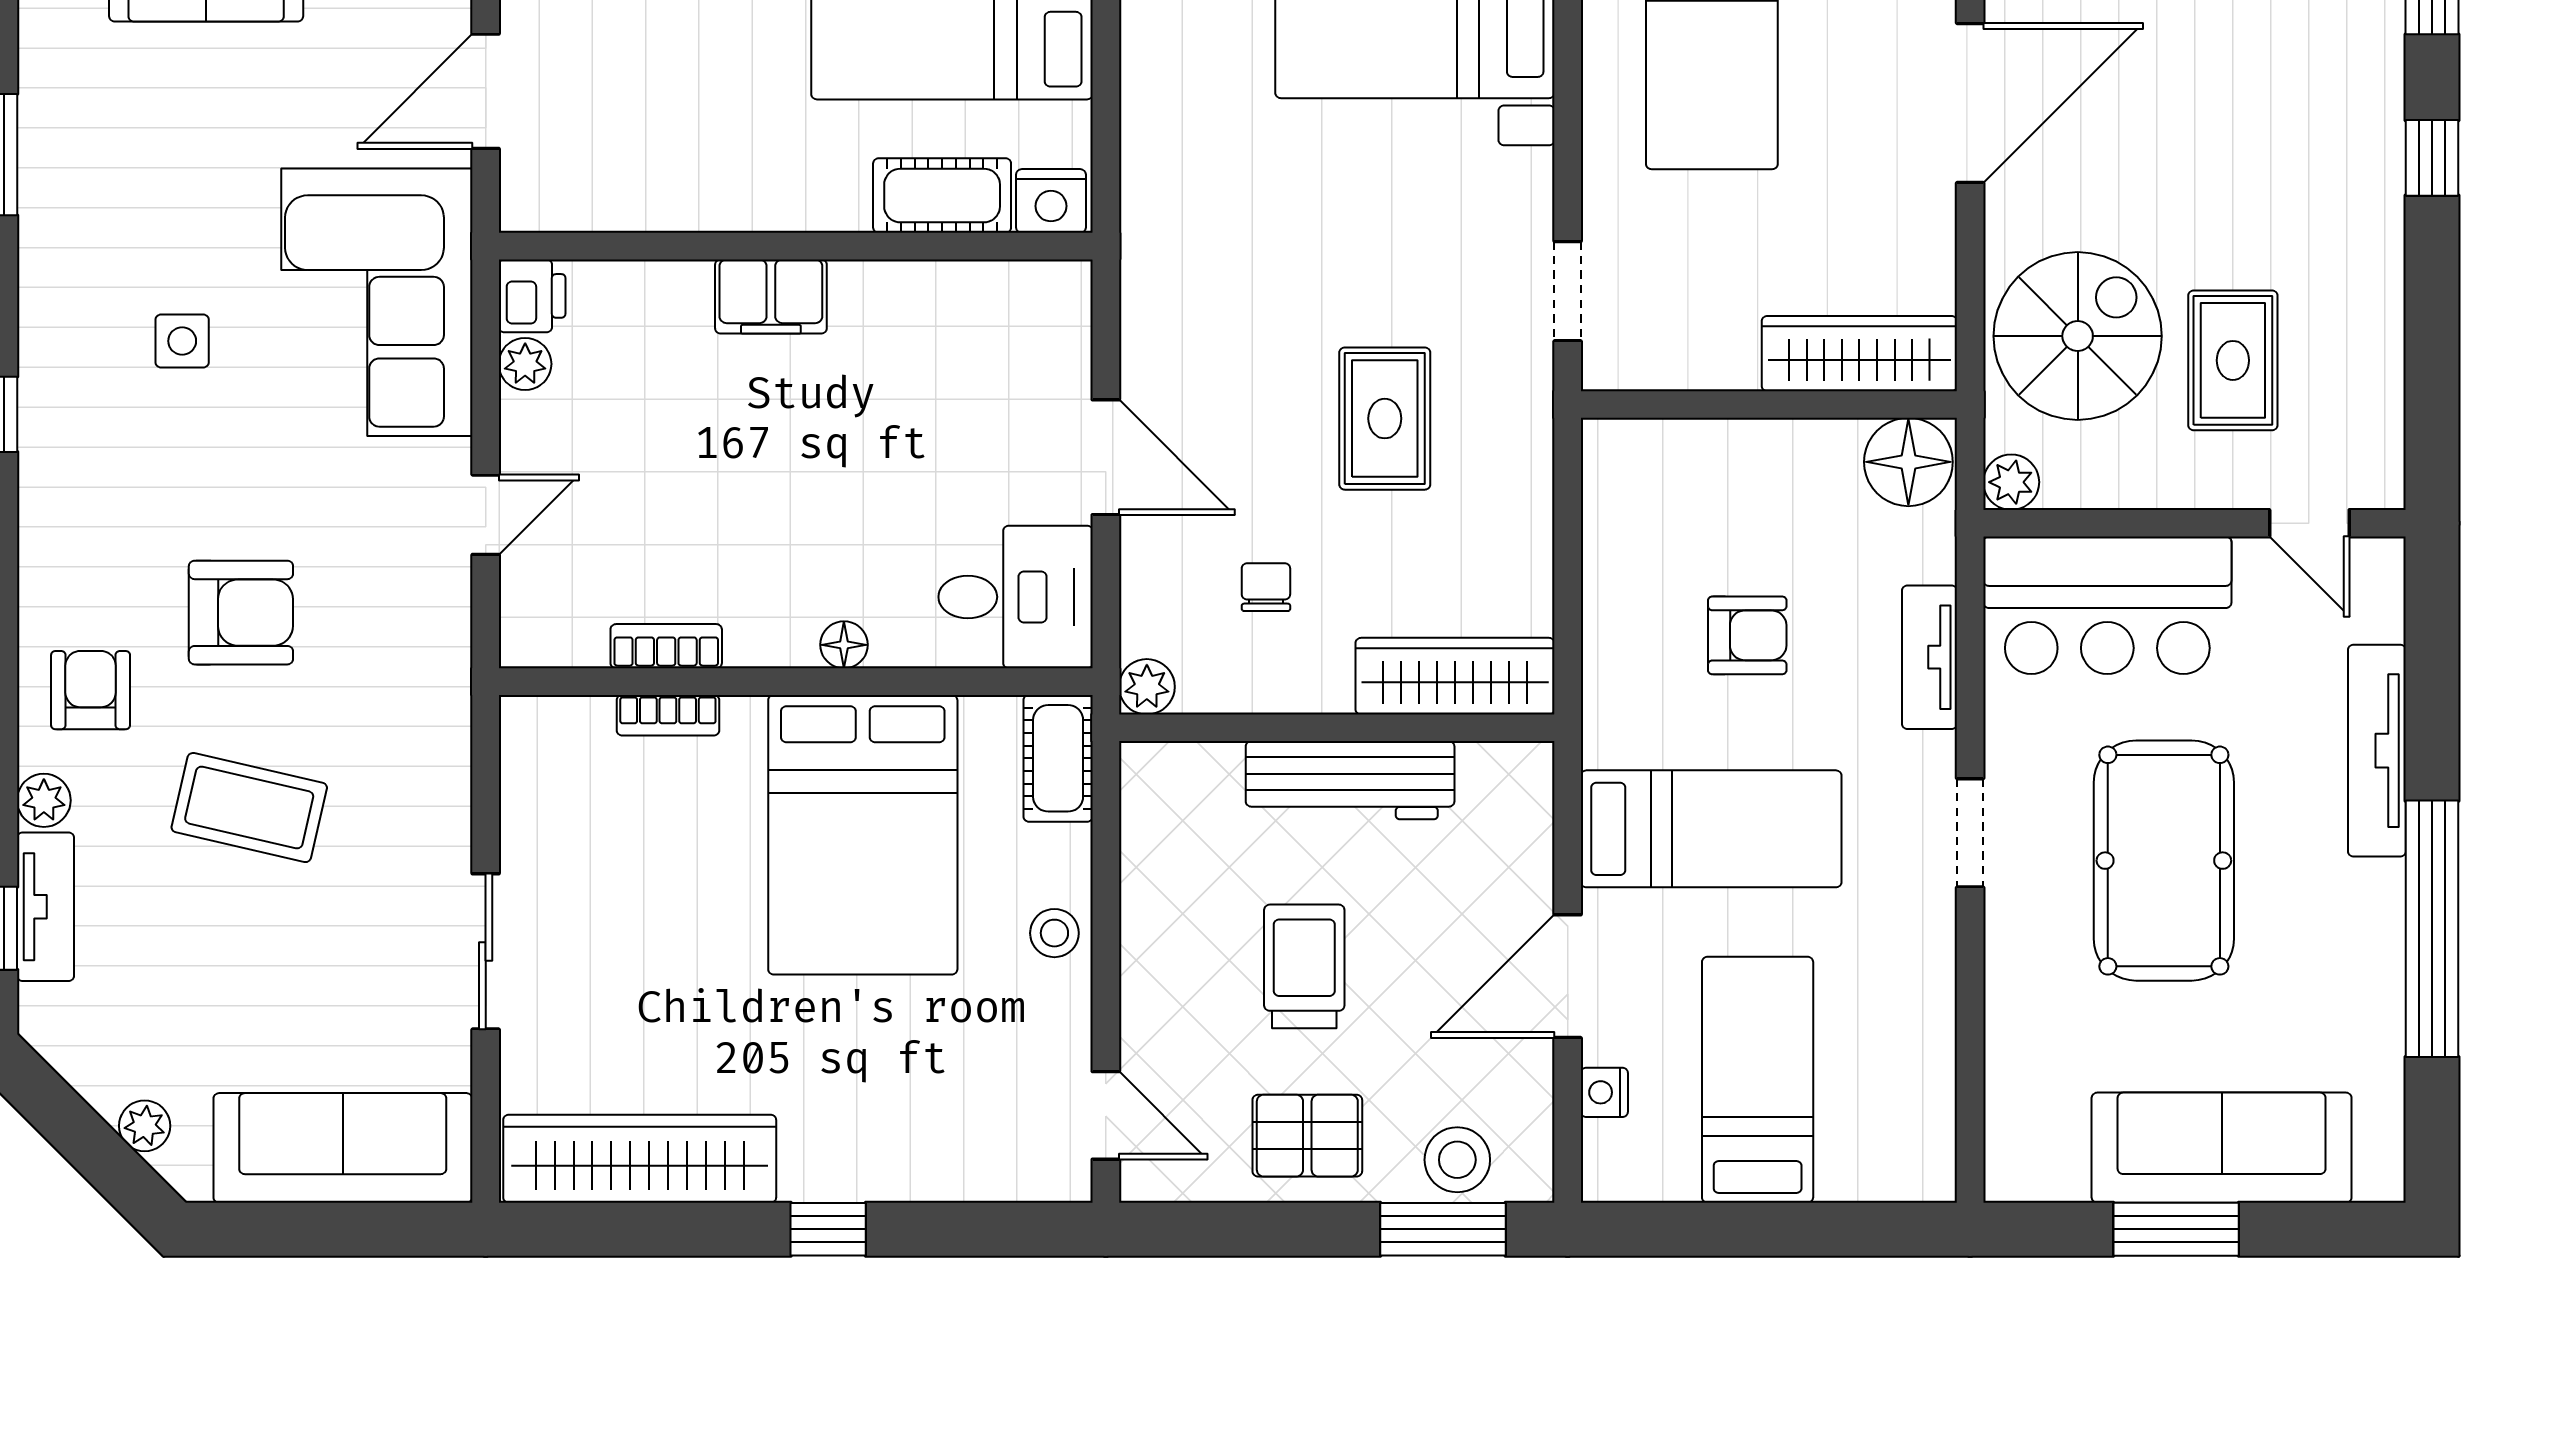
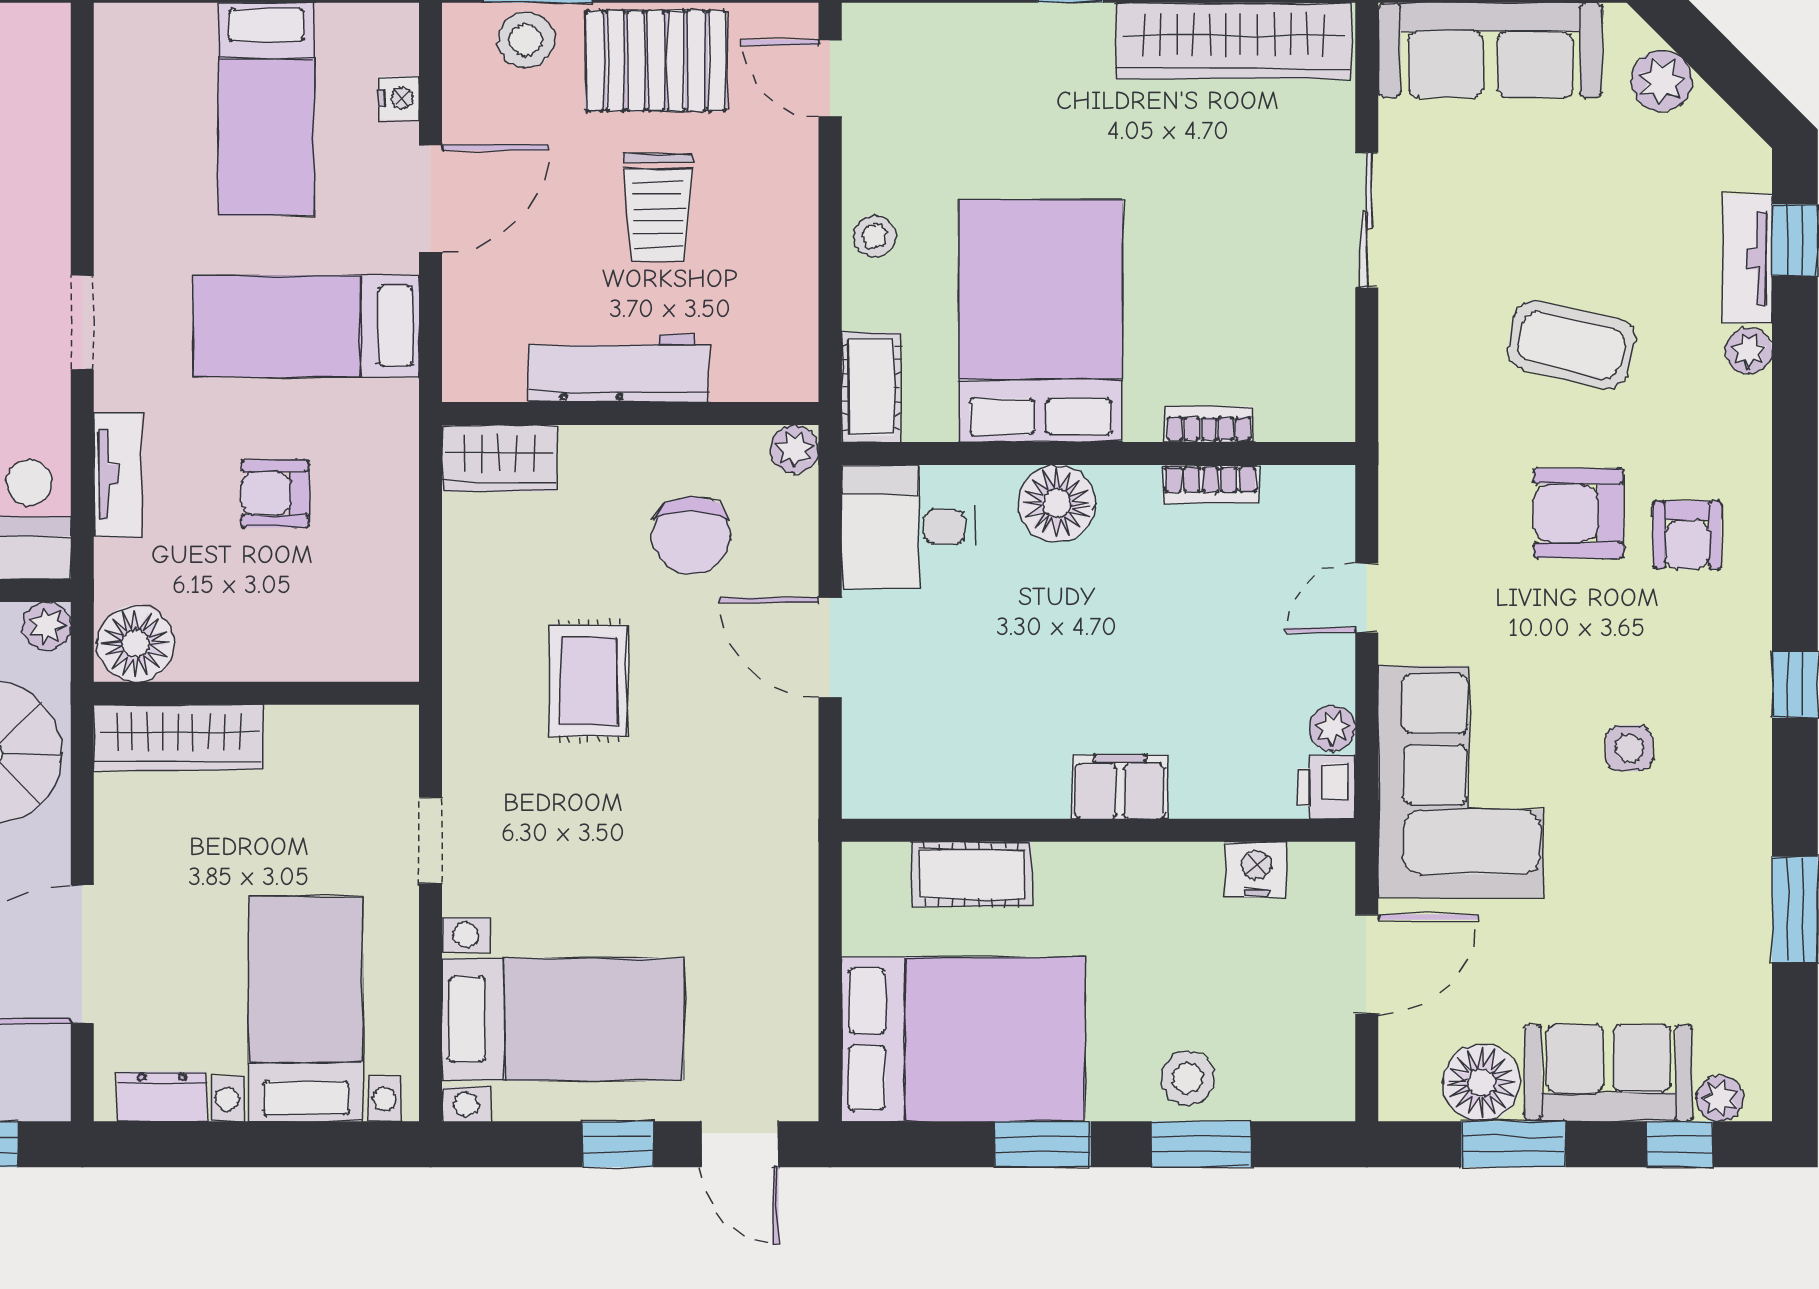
nightstand: (1051, 201) -> (1256, 869), moved
doorway: (1568, 291) -> (430, 840), moved
chair: (1266, 587) -> (692, 535), width x1.87, depth x1.87
floor lamp: (844, 645) -> (1057, 504), width x1.89, depth x1.89
wardrobe: (1455, 676) -> (499, 458), width x0.67
armchair: (91, 690) -> (1687, 535), moved
plant: (145, 1126) -> (1662, 81), width x1.38, depth x1.38
pallet: (1307, 1136) -> (656, 61), width x1.50, depth x1.42

